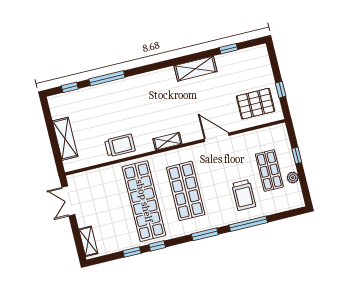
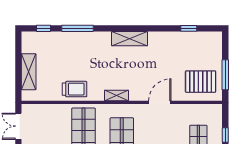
shelving: (195, 69) -> (129, 39), moved
window: (281, 90) -> (225, 75), width x2.17
door: (217, 137) -> (160, 102), hinge flipped

